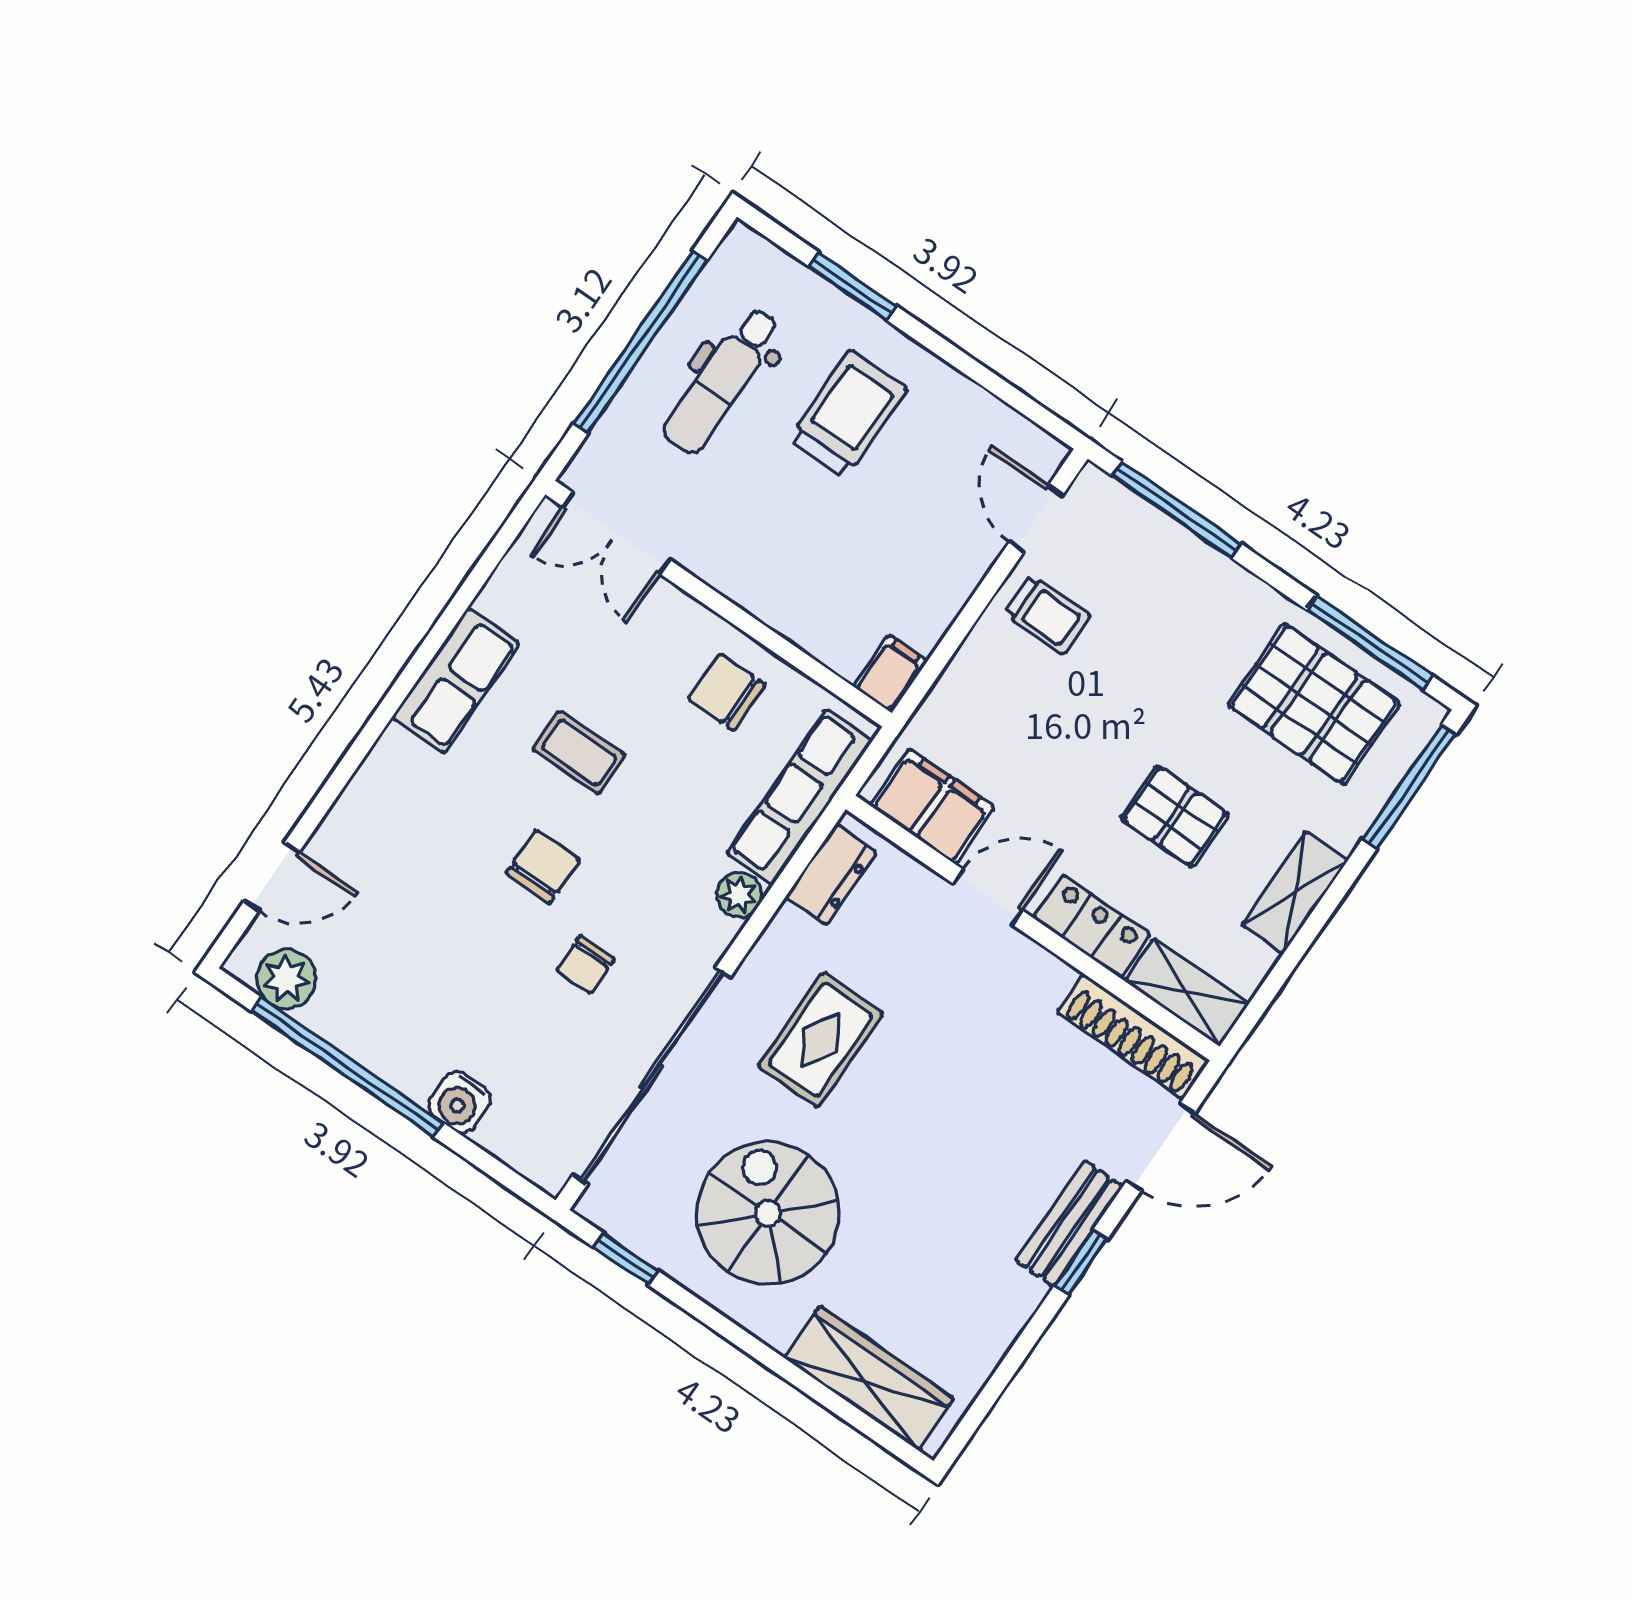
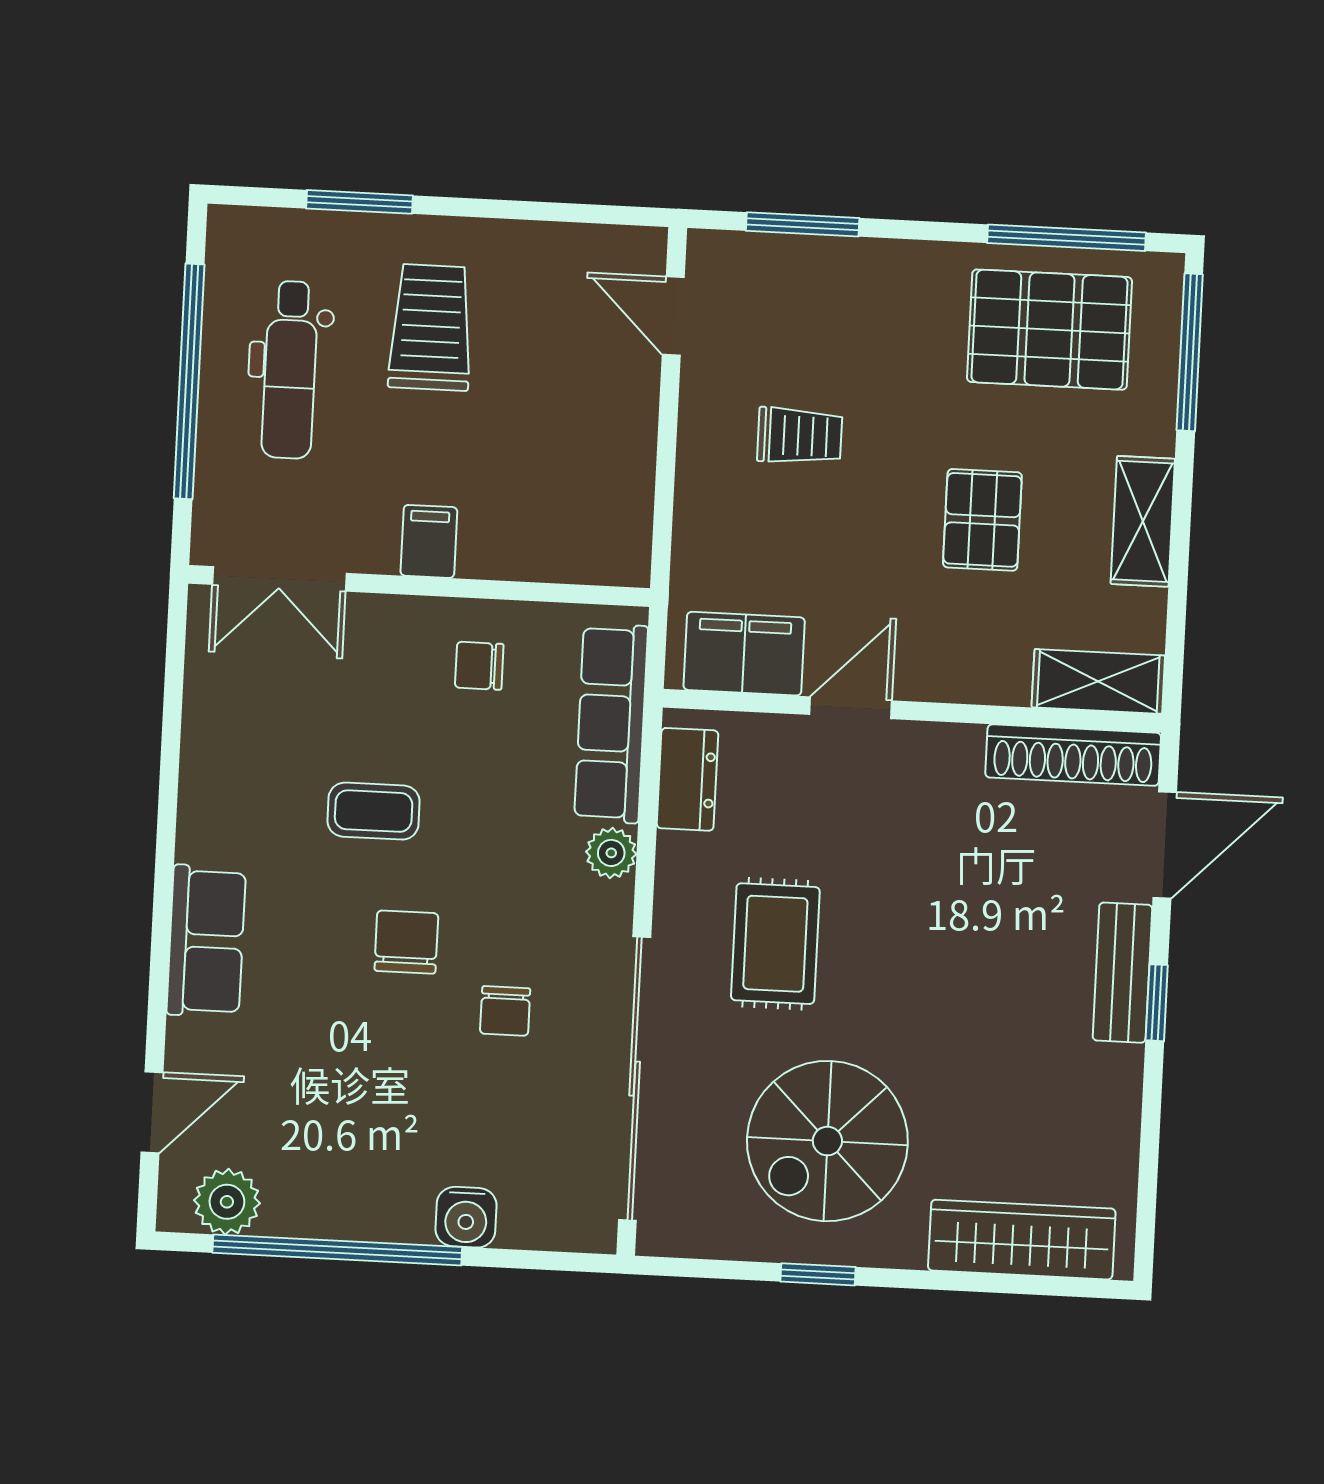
window: (1177, 510) -> (803, 224), width x0.69
trolley: (1047, 615) -> (800, 436), moved
filing cabinet: (890, 674) -> (429, 541), moved
row of seats: (456, 680) -> (206, 941), moved
chair: (727, 692) -> (479, 666), width x0.73, depth x0.73
pallet: (1175, 817) -> (982, 520), turned 90
locker: (1092, 926) -> (968, 674), removed
spiral stairs: (768, 1213) -> (827, 1141), turned -90
window: (626, 1259) -> (818, 1274), moved

